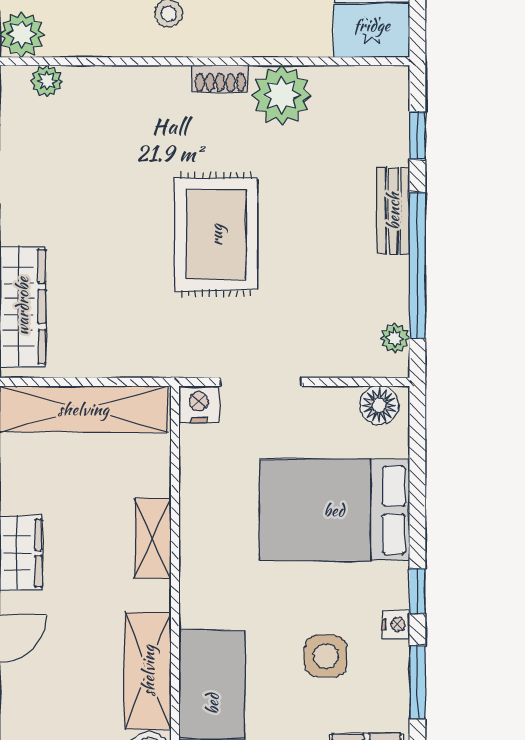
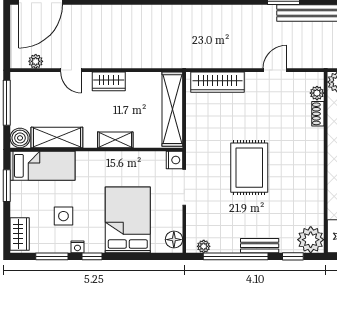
shoe rack: (220, 79) -> (318, 114), moved
plant: (282, 95) -> (311, 240), moved
rug: (216, 235) -> (249, 168), turned 90

